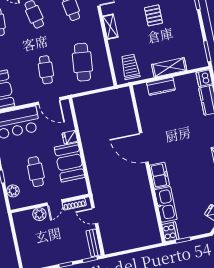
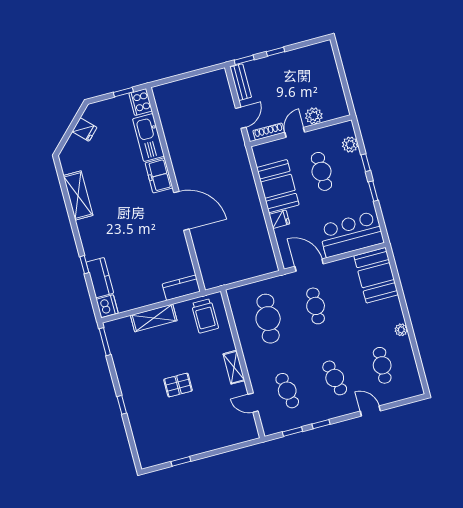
pallet: (154, 15) -> (178, 385), turned 90
kitchen counter: (161, 86) -> (181, 288), moved
door: (95, 216) -> (241, 118), hinge flipped

